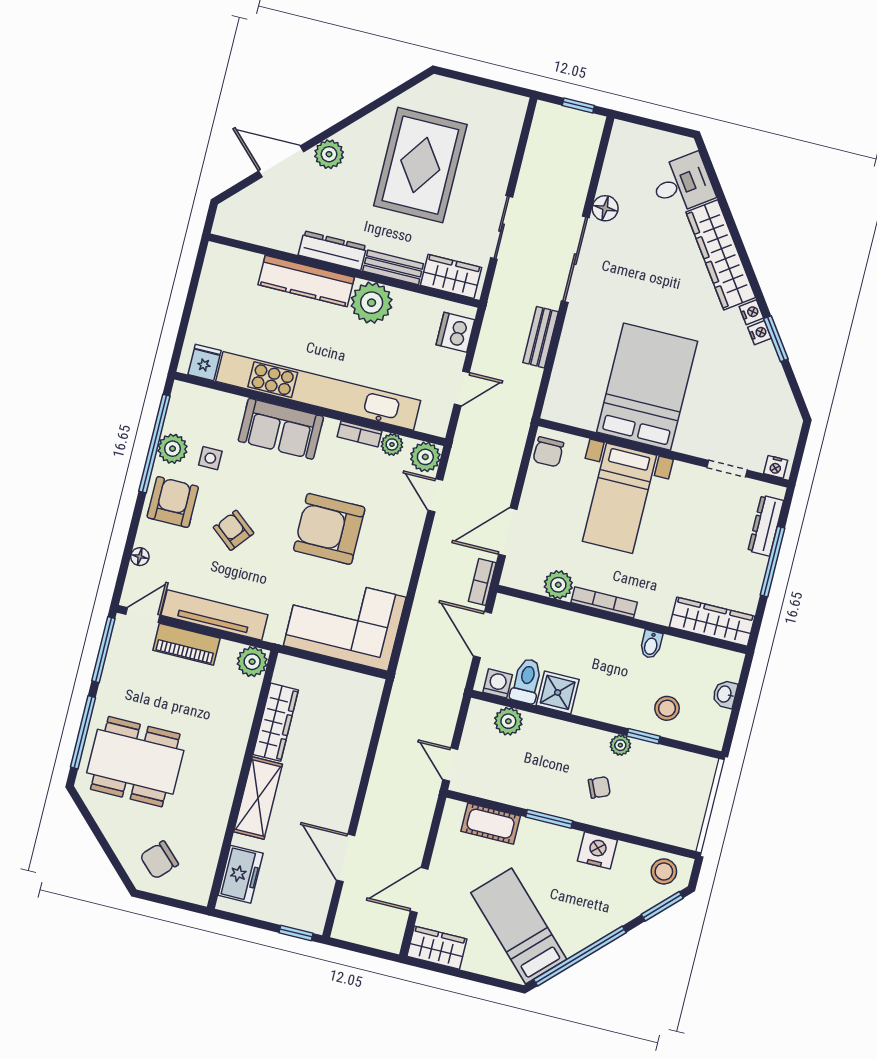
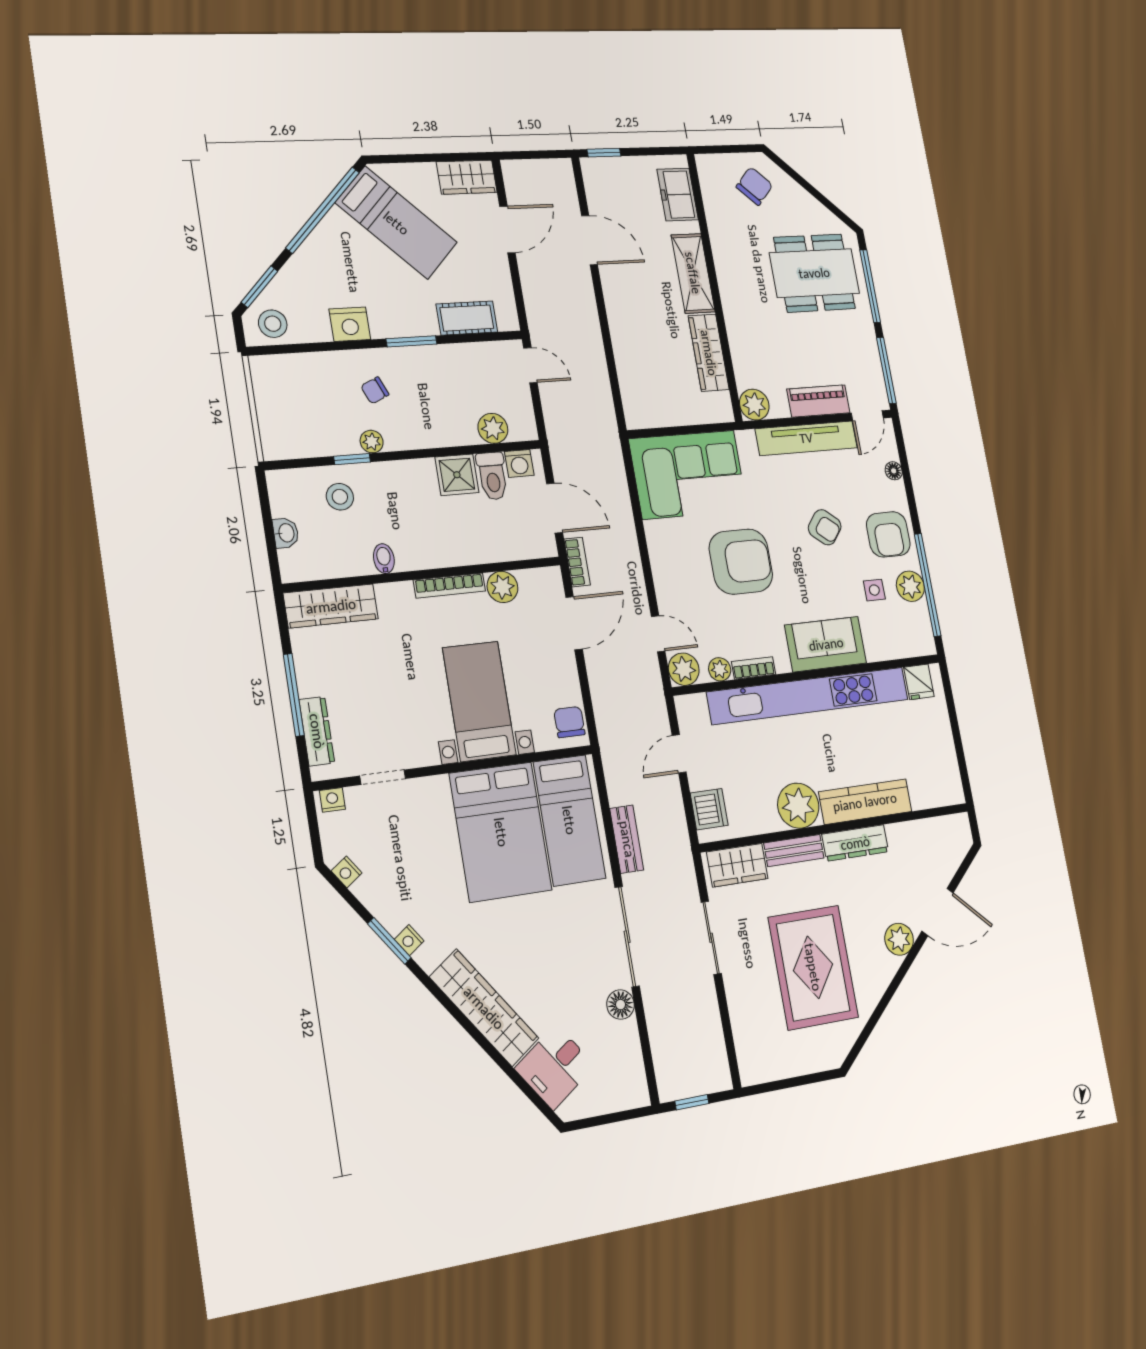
nightstand: (751, 312) -> (347, 872), moved
bed: (584, 372) -> (569, 820), added

